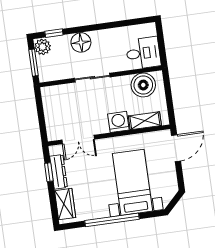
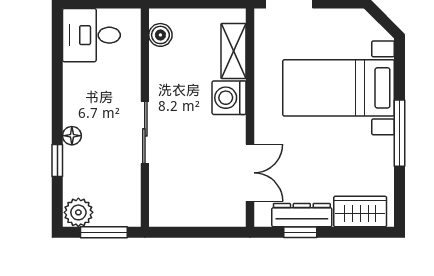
window: (54, 33) -> (57, 161), moved
floor lamp: (81, 42) -> (72, 136), width x0.53, depth x0.53
desk: (143, 53) -> (91, 35), moved, turned -90
boiler: (143, 85) -> (160, 35), width x0.54, depth x0.54
window: (112, 220) -> (400, 133), width x0.68

